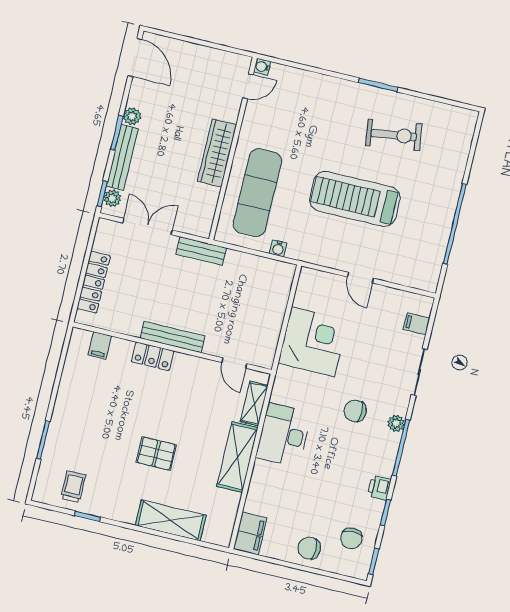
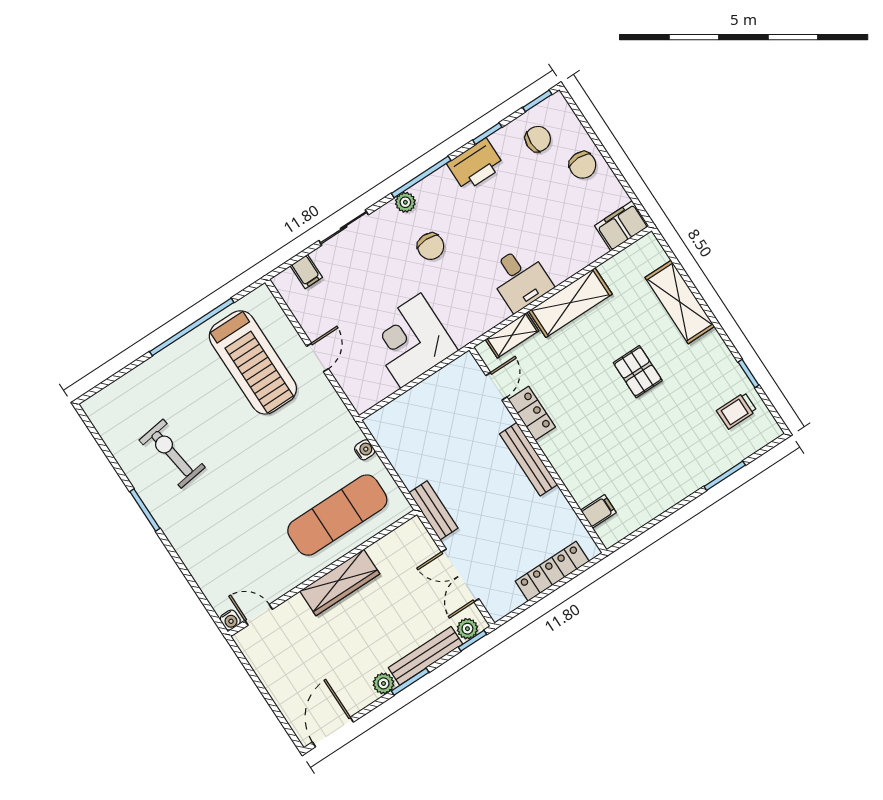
treadmill: (355, 199) -> (253, 362), moved
locker: (153, 356) -> (532, 413), moved
desk: (284, 435) -> (520, 279), width x0.73
printer: (379, 488) -> (475, 165), width x1.87, depth x1.48

